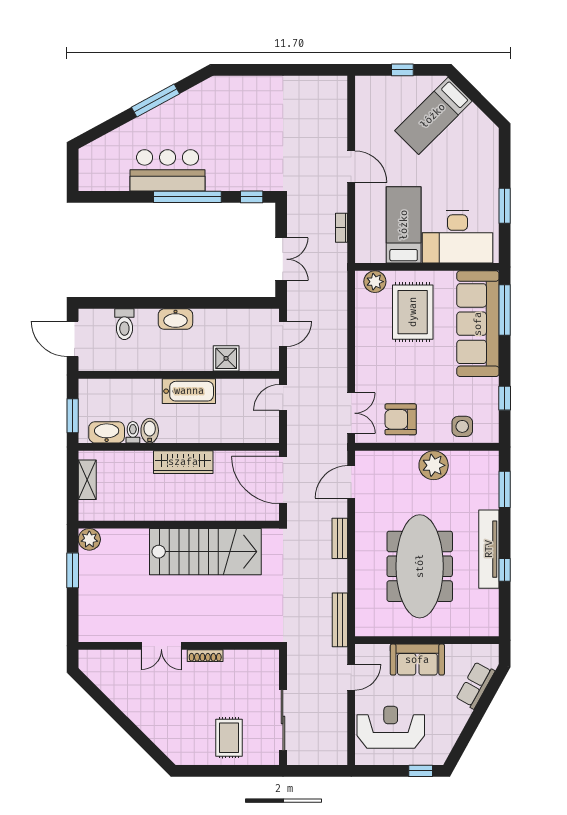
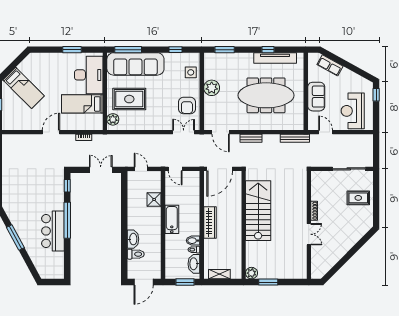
washbasin: (175, 319) -> (133, 239), moved
tv unit: (489, 549) -> (275, 58), moved

